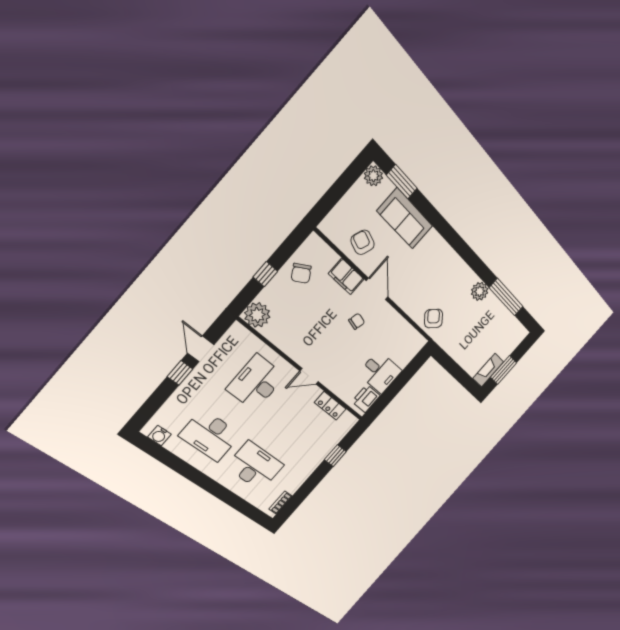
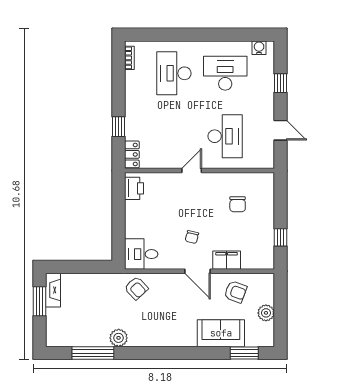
plant: (373, 176) -> (266, 313), moved
chair: (301, 273) -> (238, 204), moved, turned -148
window: (265, 274) -> (281, 237), moved
plant: (257, 315) -> (263, 183), removed
desk: (380, 372) -> (141, 254), moved
window: (180, 373) -> (281, 83), moved
locker: (330, 406) -> (132, 154), moved, turned 90
desk: (255, 466) -> (174, 73), turned 90

